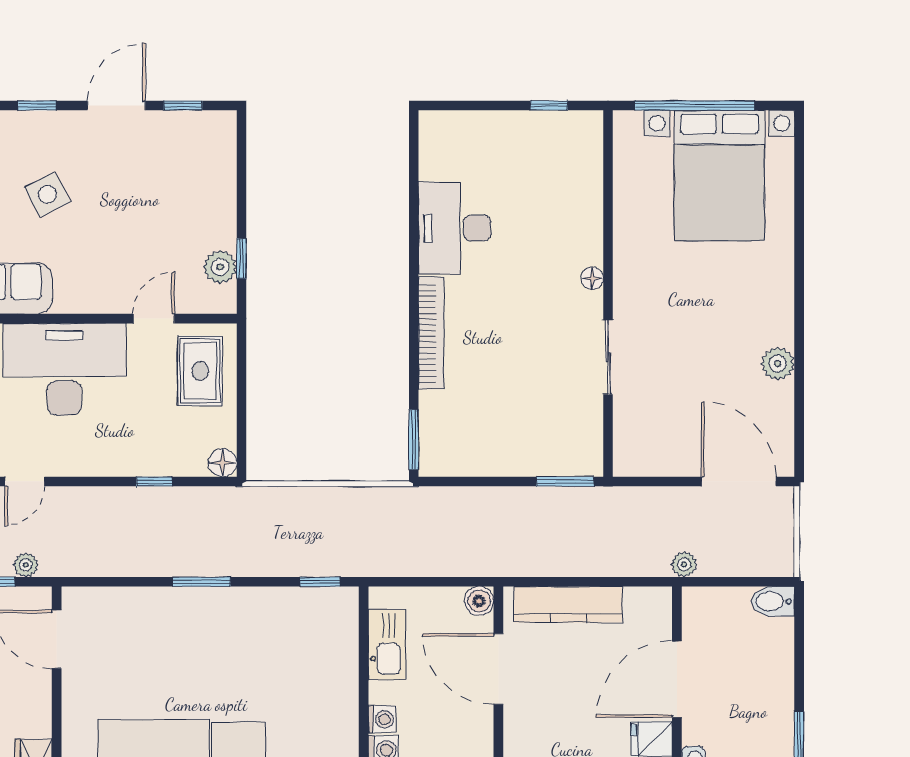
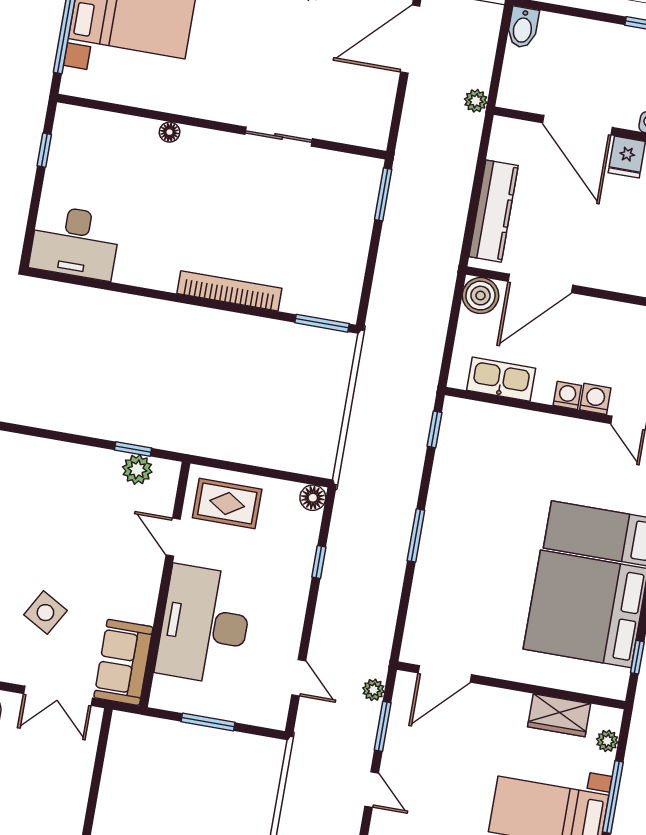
side table: (47, 194) -> (45, 613), turned -33
desk: (455, 228) -> (75, 242), moved
floor lamp: (592, 278) -> (169, 132), moved
boiler: (479, 601) -> (481, 296), width x1.36, depth x1.36

